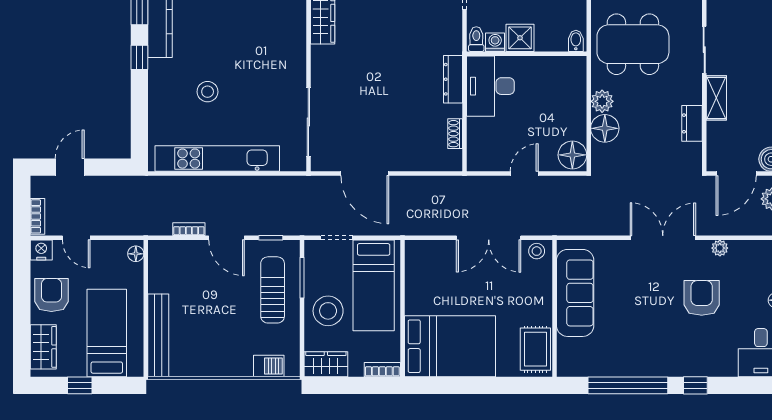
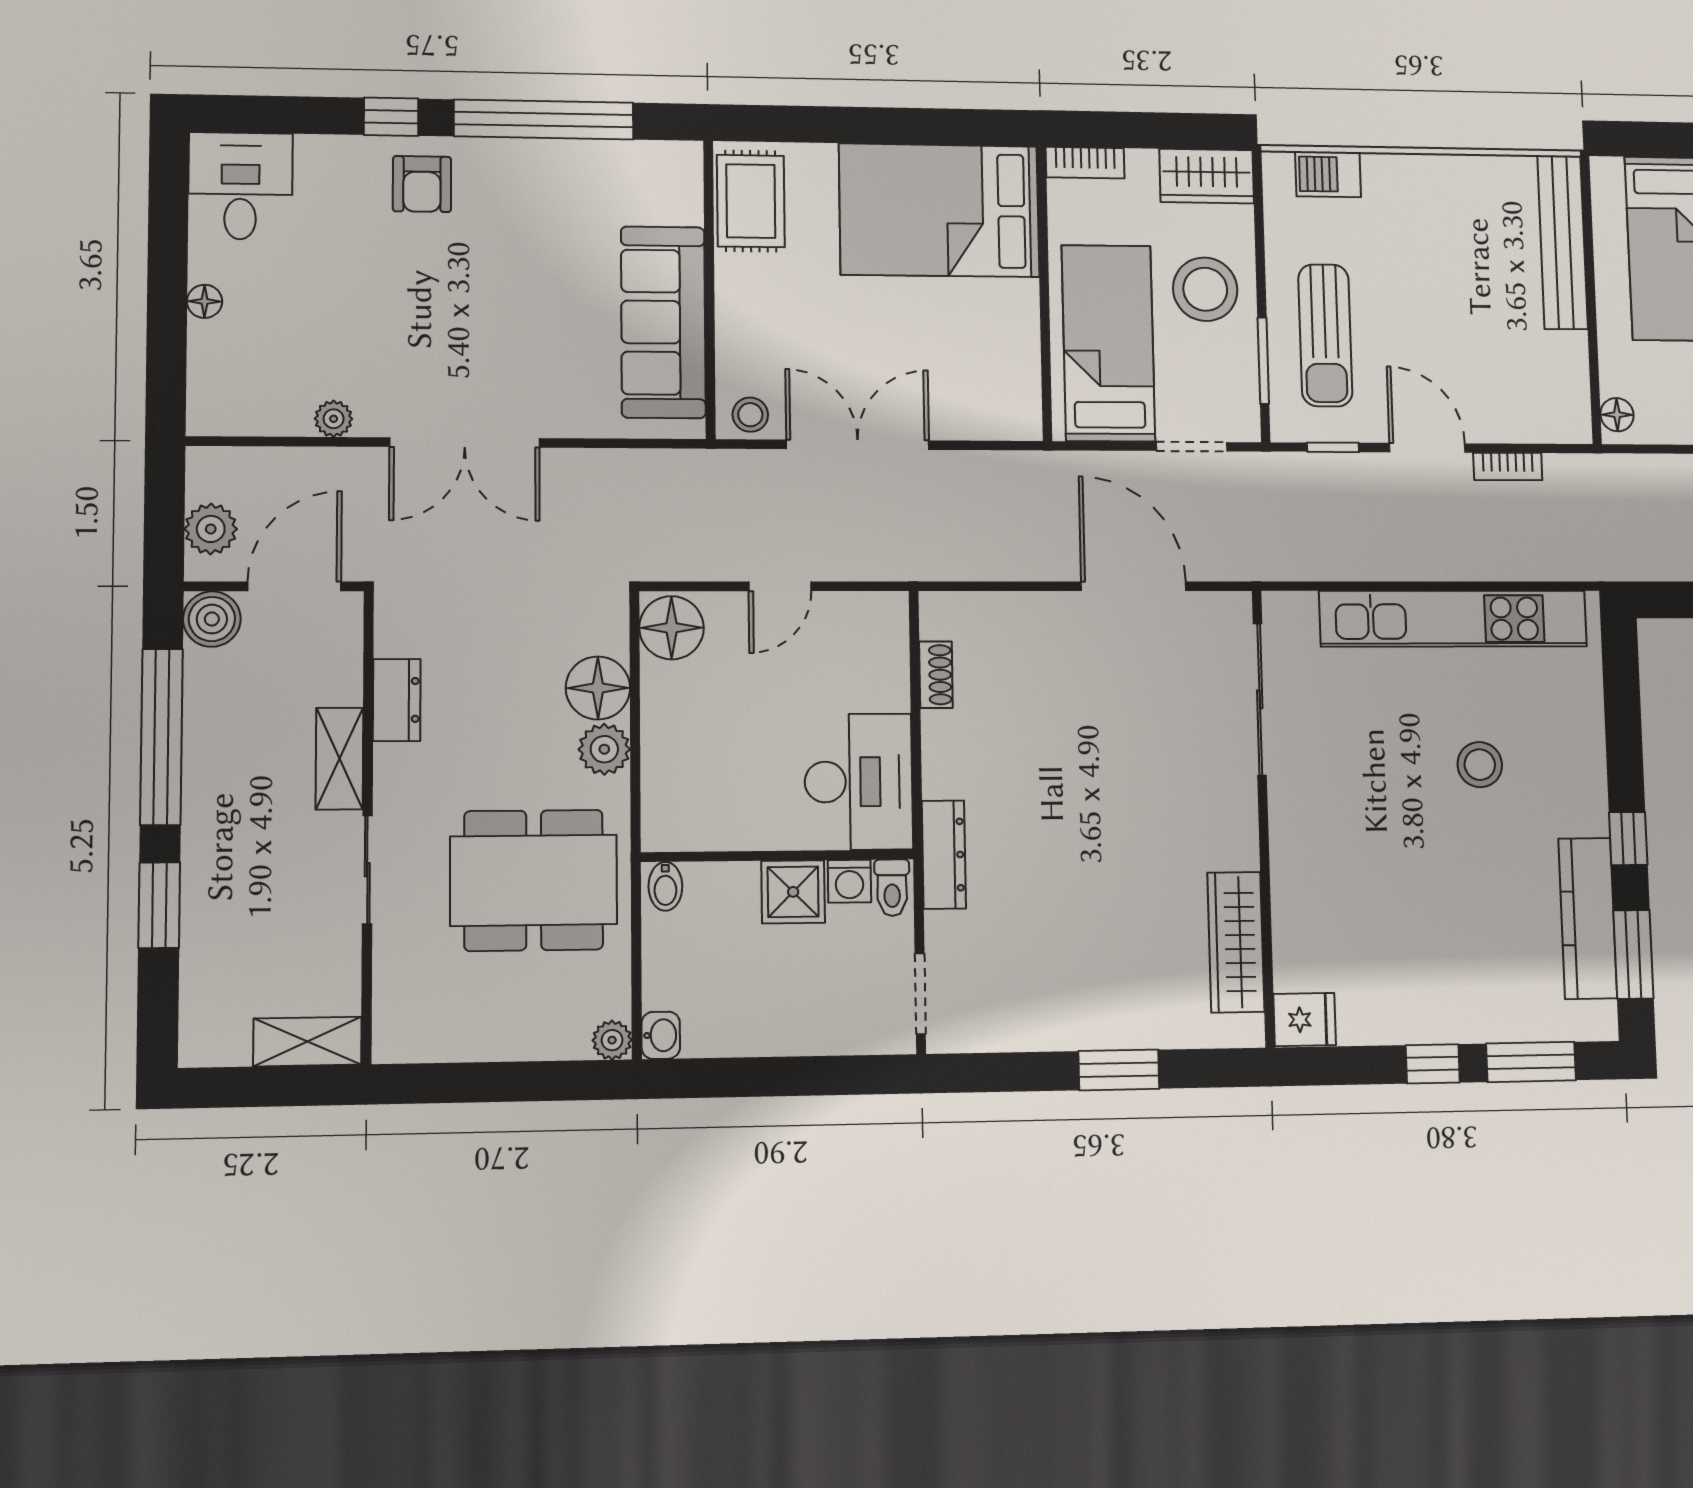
dresser: (453, 79) -> (944, 855), moved
armchair: (702, 298) -> (422, 184), moved, width x0.72, depth x0.72

